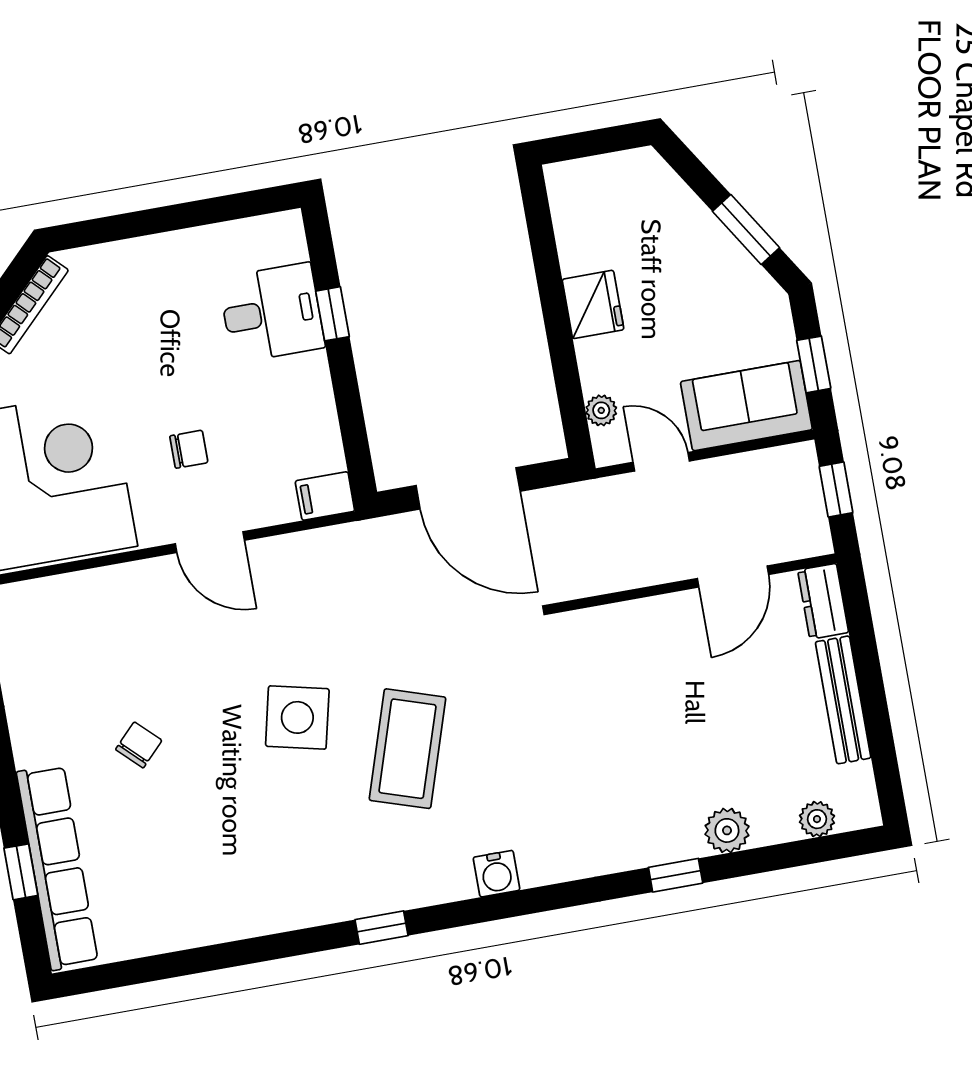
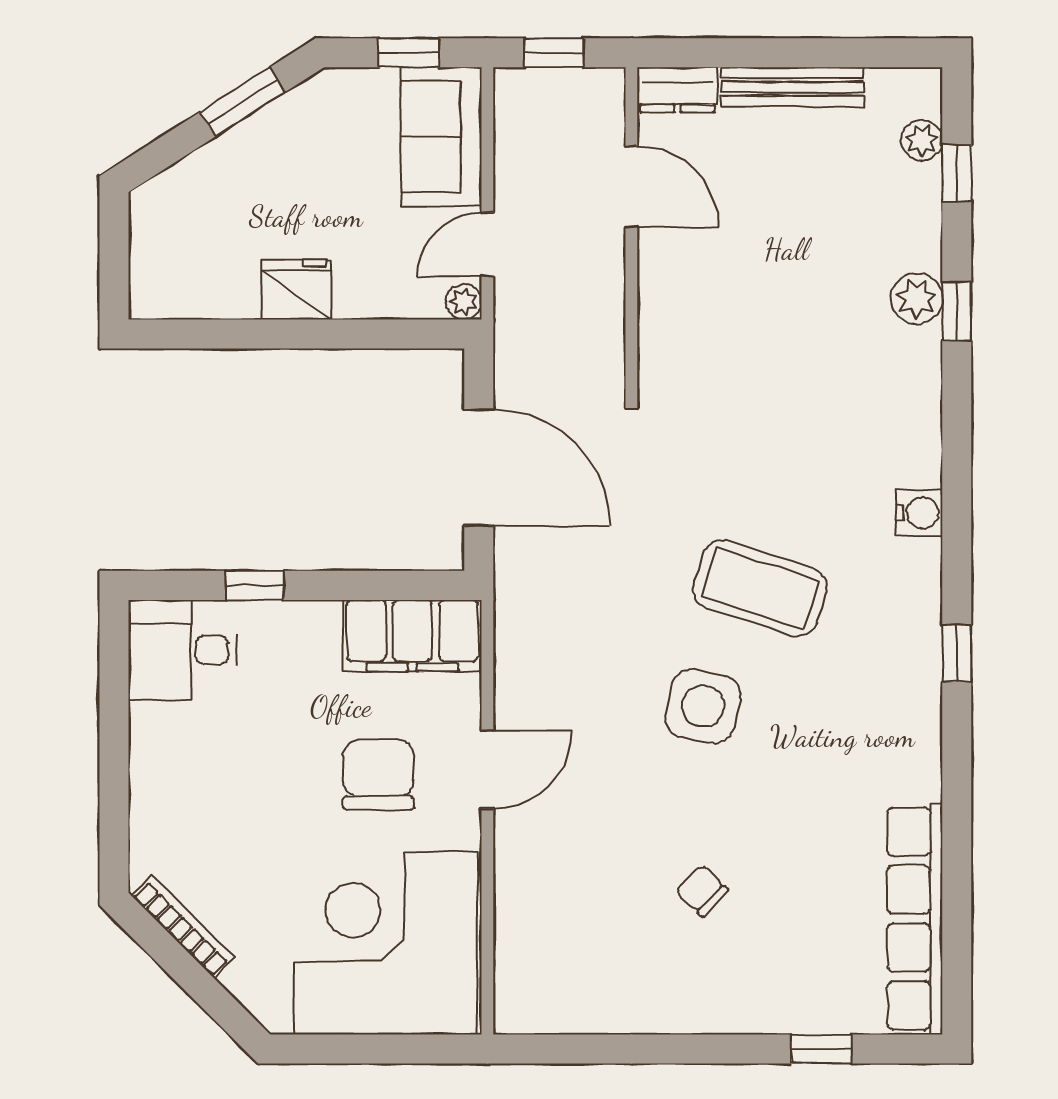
desk: (272, 313) -> (183, 650), moved, turned -90
plant: (601, 410) -> (464, 302), moved
chair: (189, 449) -> (378, 775), width x1.87, depth x1.87
door: (468, 488) -> (479, 468), hinge flipped
filing cabinet: (325, 496) -> (412, 636), width x3.00, depth x1.17
plant: (727, 830) -> (917, 299), moved
window: (794, 854) -> (957, 173), added
row of seats: (57, 867) -> (915, 919), moved, turned -90

